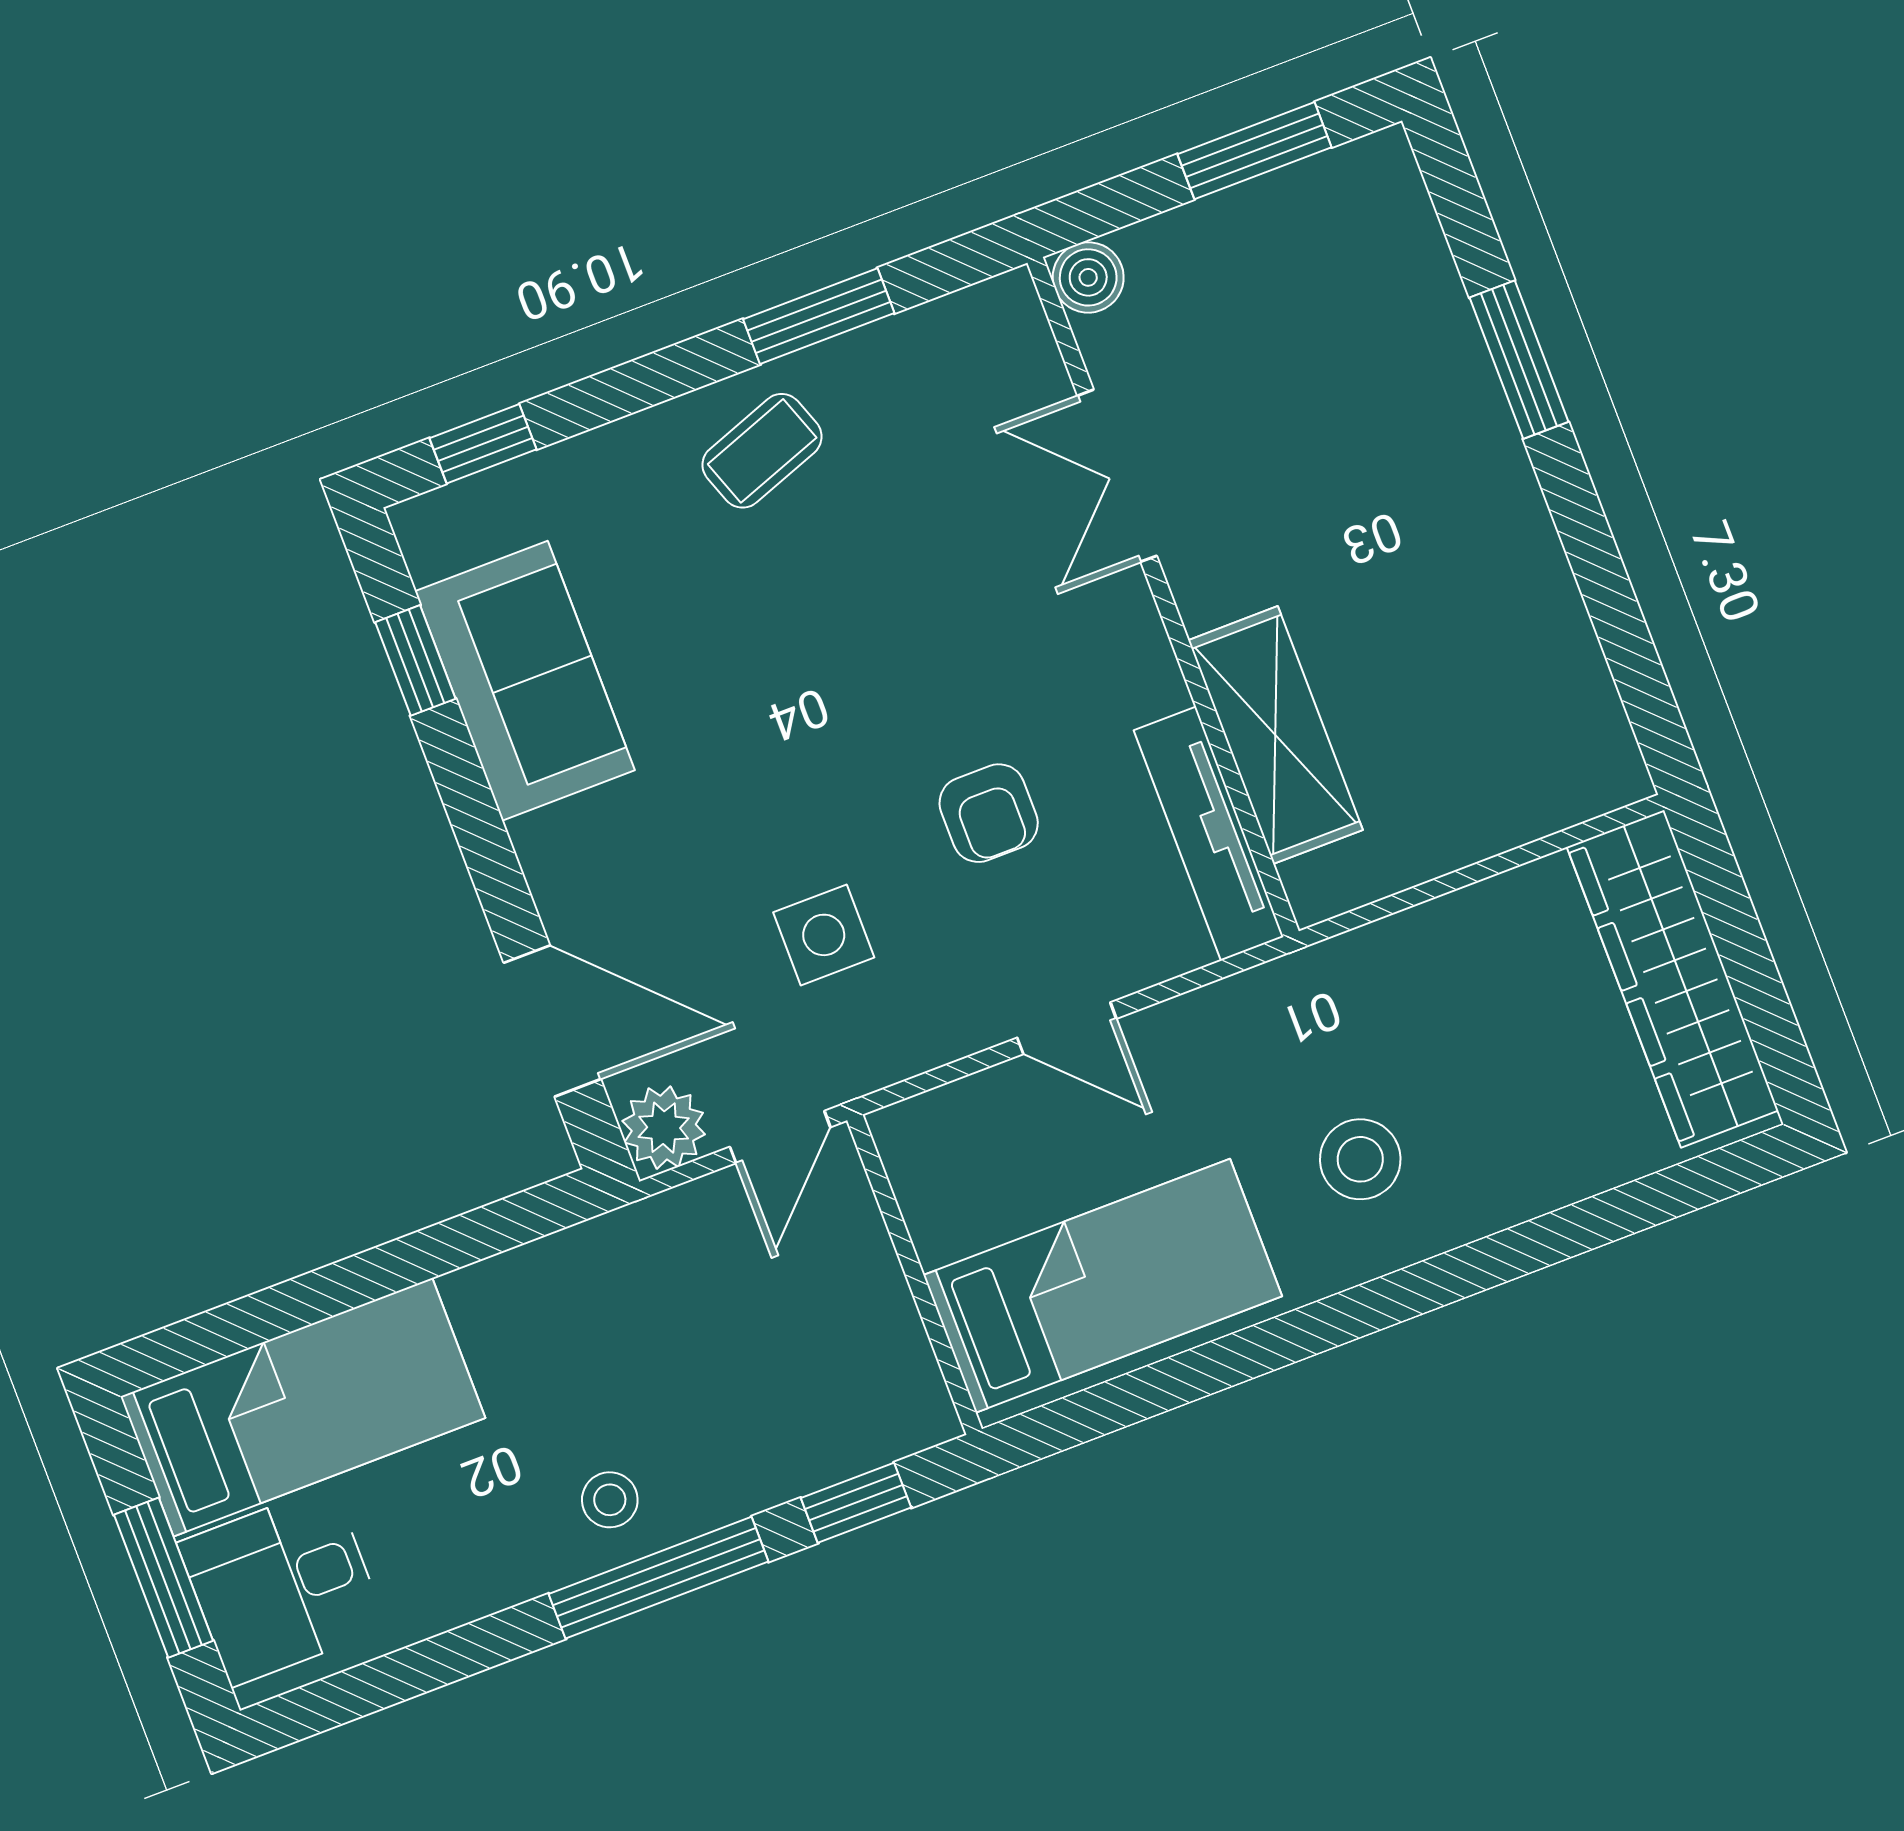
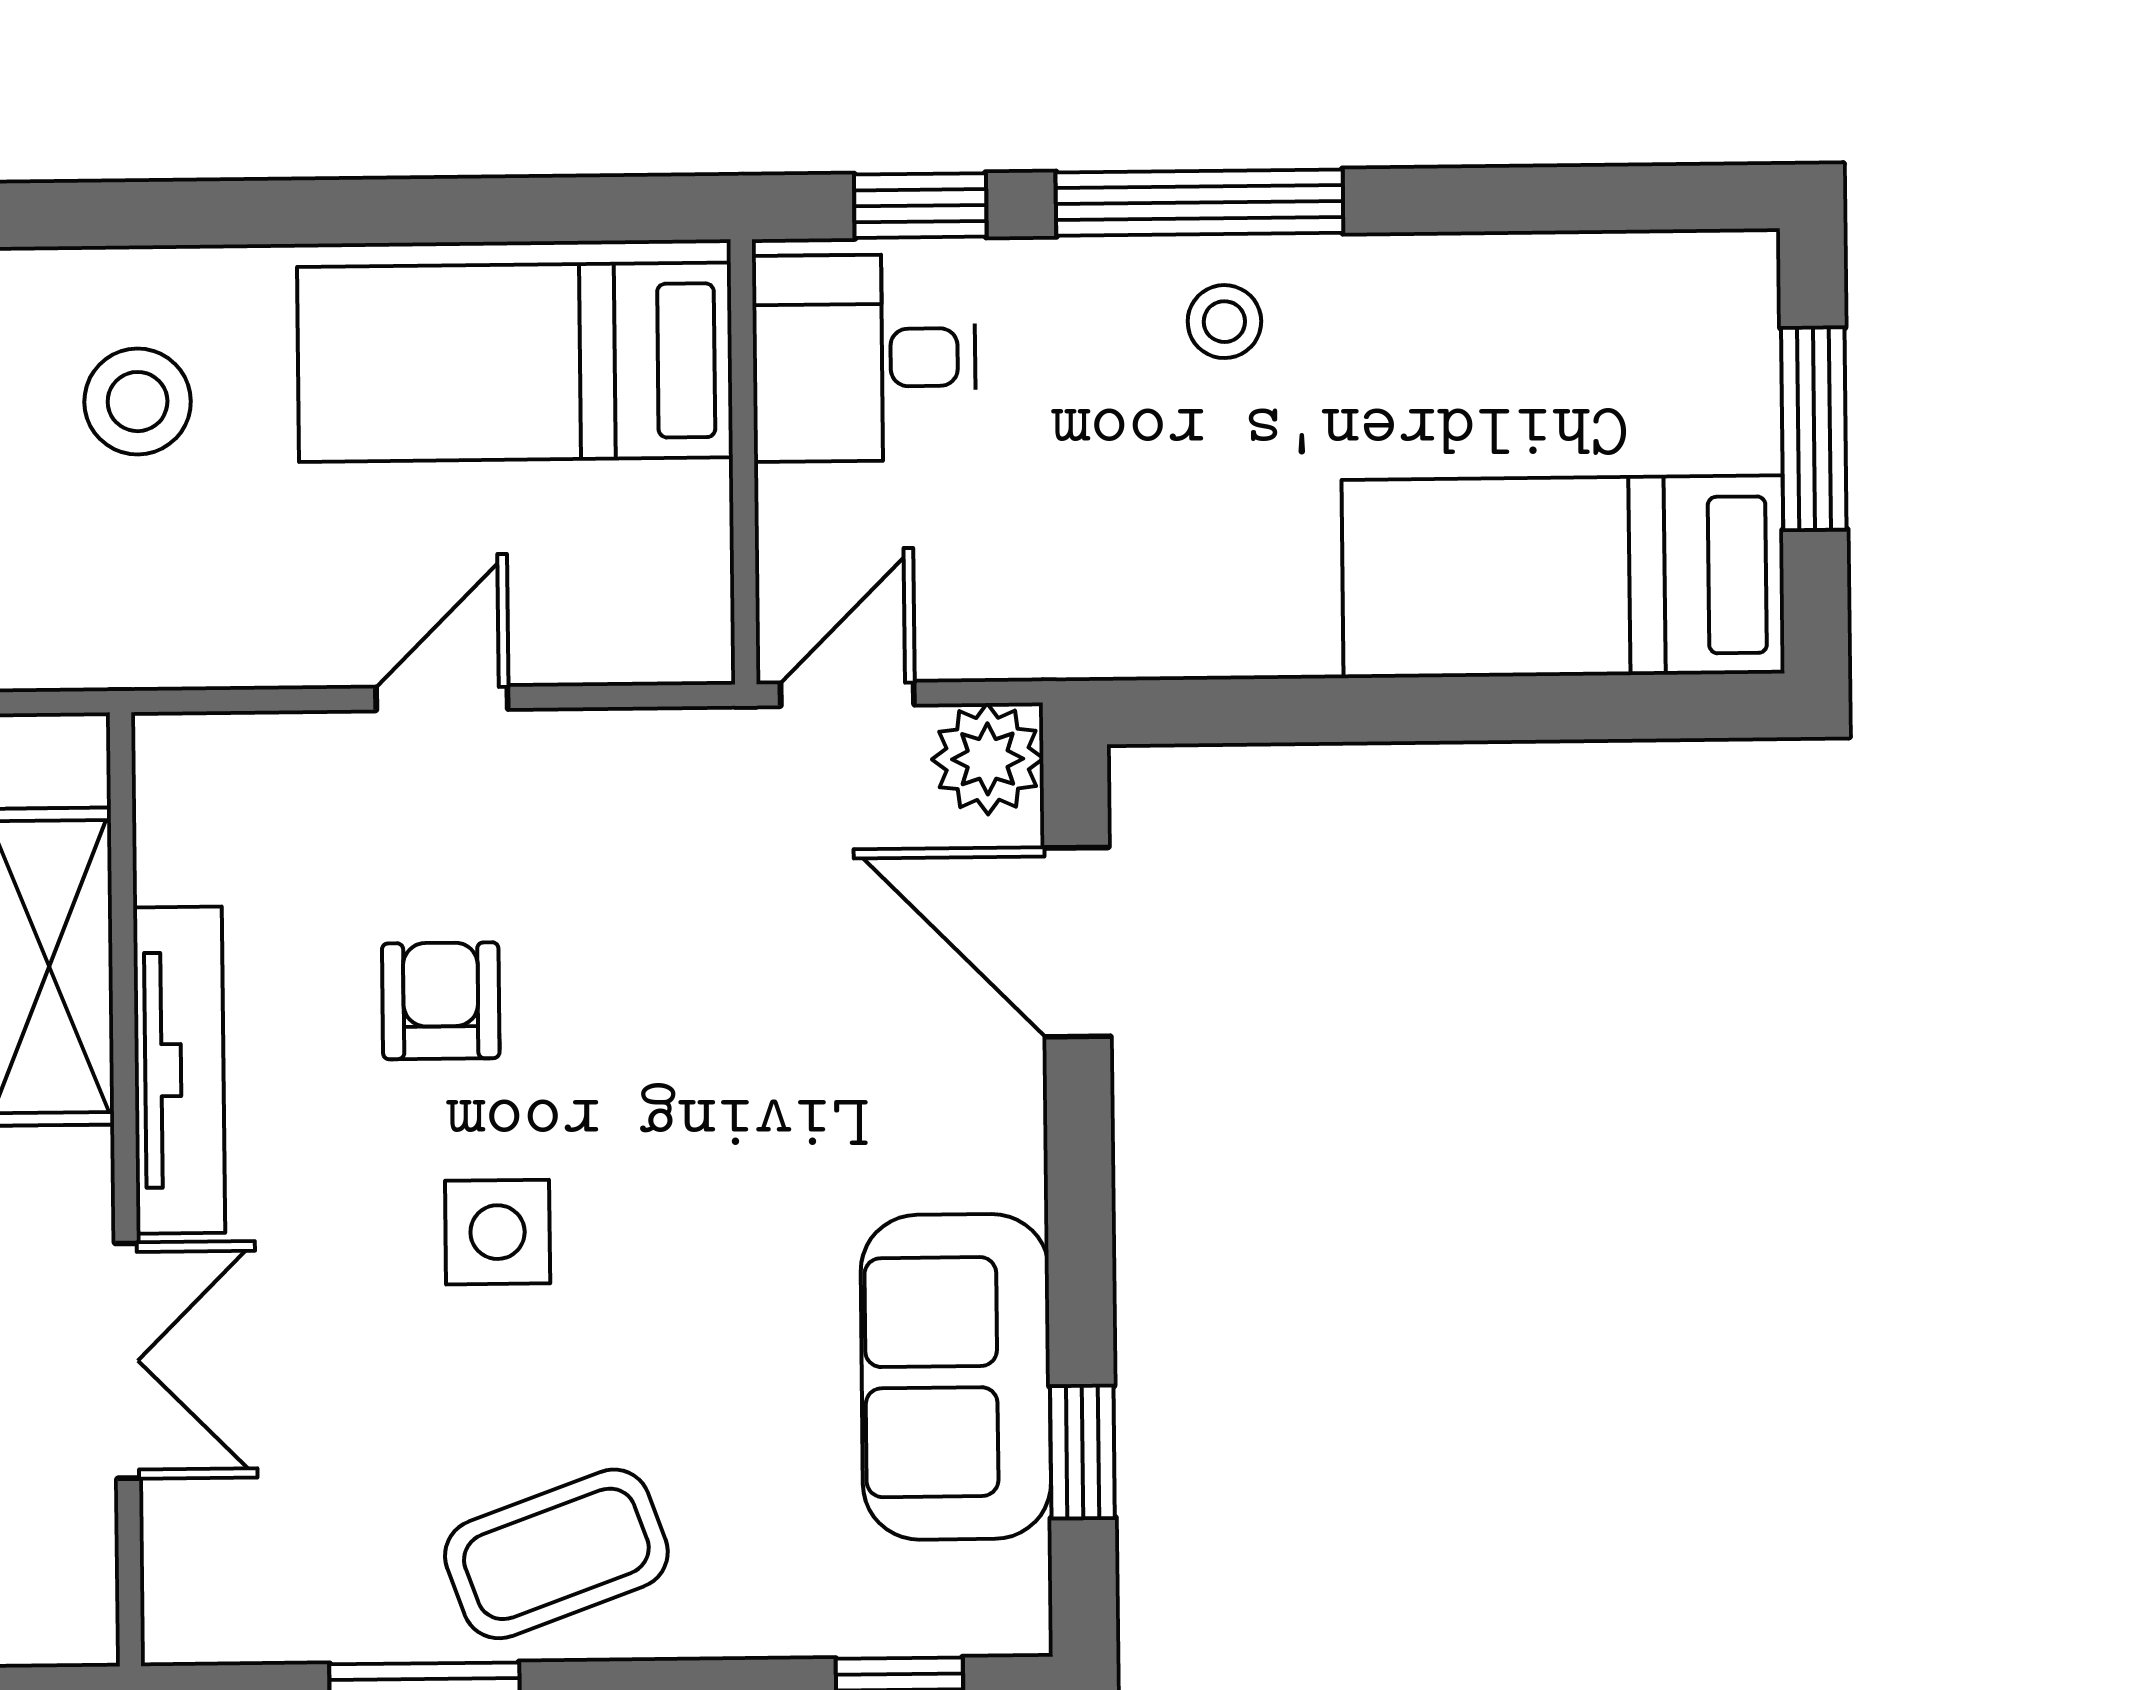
boiler: (1088, 277) -> (73, 1620), removed
coffee table: (762, 451) -> (556, 1554), width x1.36, depth x1.30
tv unit: (1209, 834) -> (179, 1070), moved
side table: (824, 935) -> (498, 1232), moved
door: (1067, 1028) -> (442, 698), hinge flipped
desk: (282, 1586) -> (864, 358), moved, turned 180

